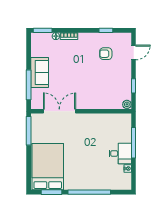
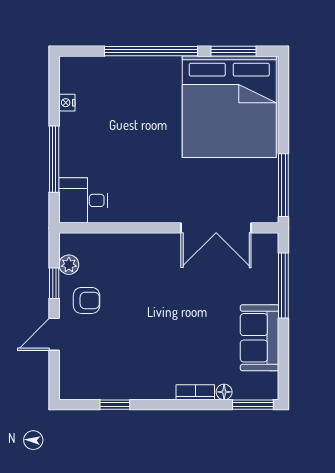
door: (134, 52) -> (54, 334), moved
armchair: (106, 54) -> (87, 300), moved
sofa: (40, 73) -> (260, 338), moved
plant: (127, 104) -> (69, 265), moved
desk: (120, 153) -> (83, 200), moved
bed: (48, 167) -> (229, 107), width x1.36

